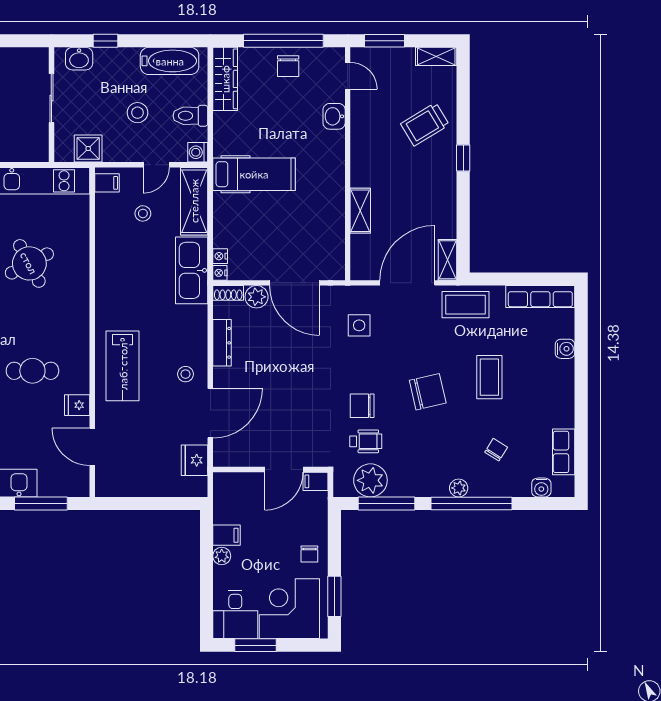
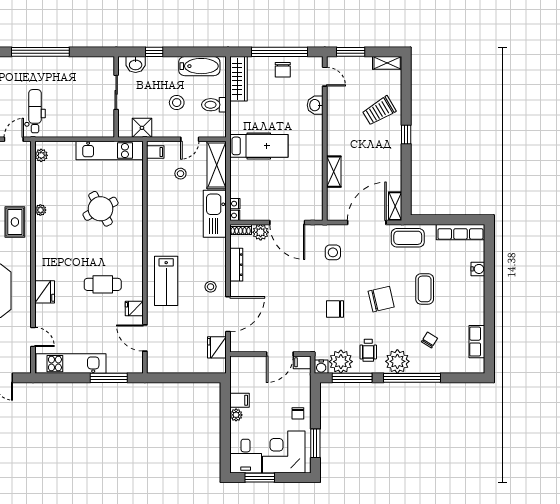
washing machine: (198, 152) -> (219, 130), removed
wheelchair: (366, 441) -> (368, 350), moved, turned 90
water cooler: (541, 487) -> (321, 367), moved
plant: (459, 488) -> (397, 361), width x1.88, depth x1.88

